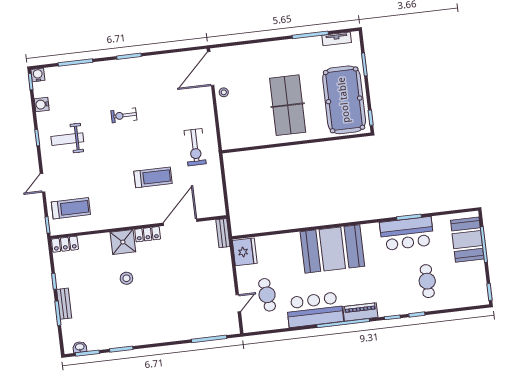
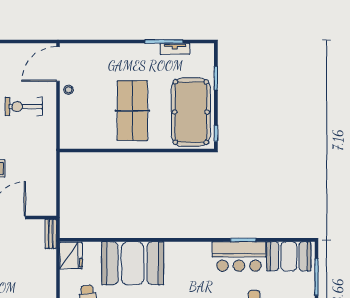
tv unit: (337, 39) -> (175, 49), moved
exercise bike: (195, 147) -> (24, 107), moved, turned 90
booth: (467, 240) -> (289, 256), moved, turned 90
booth: (332, 249) -> (133, 263), moved

